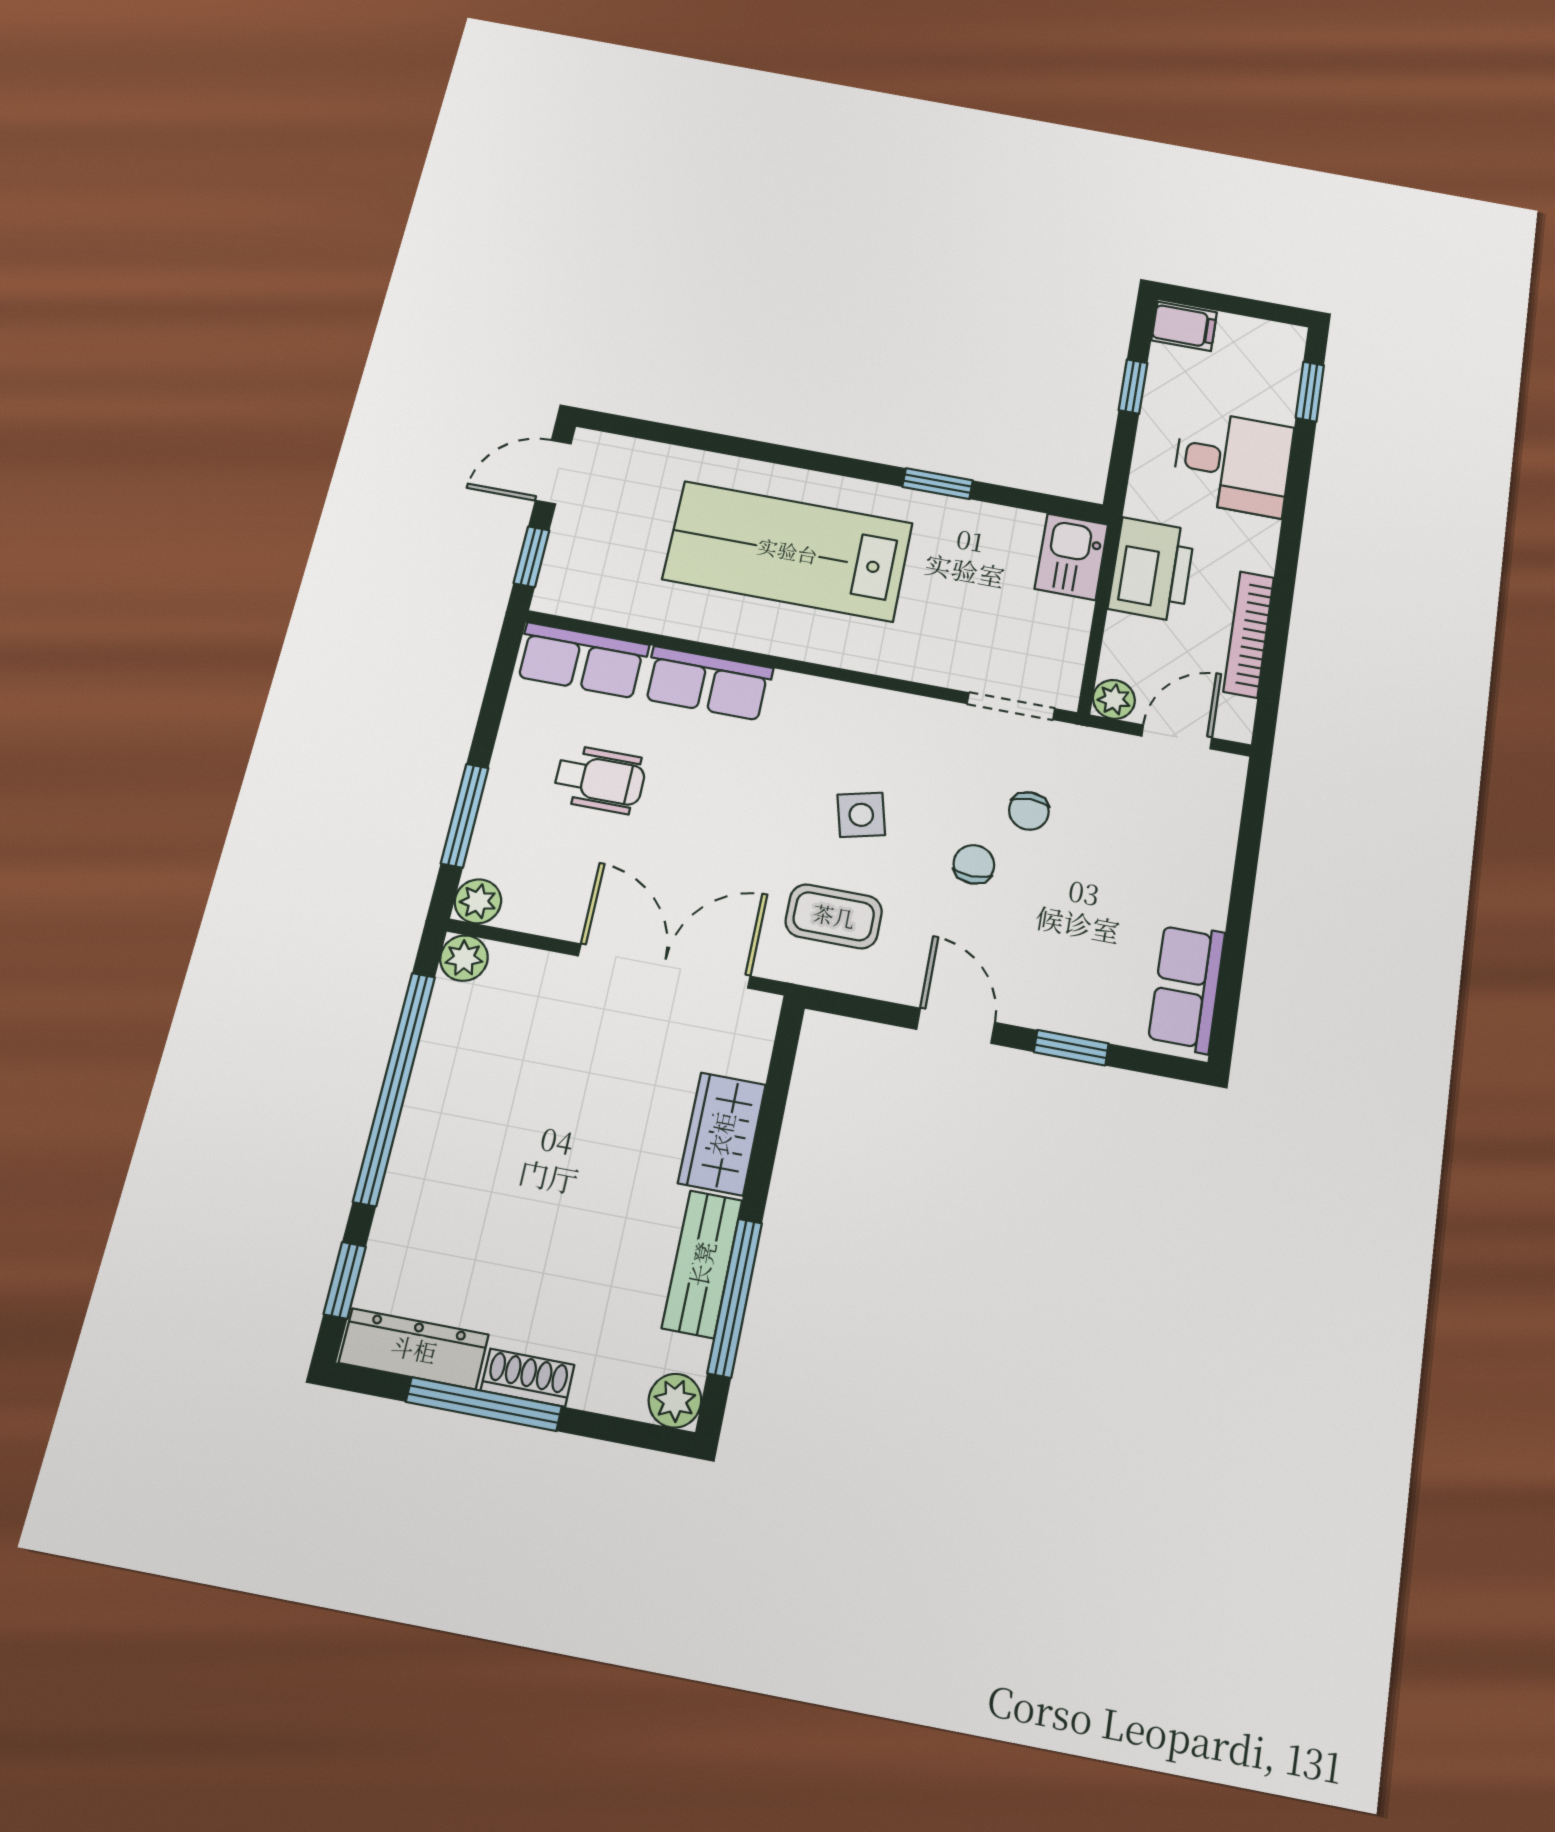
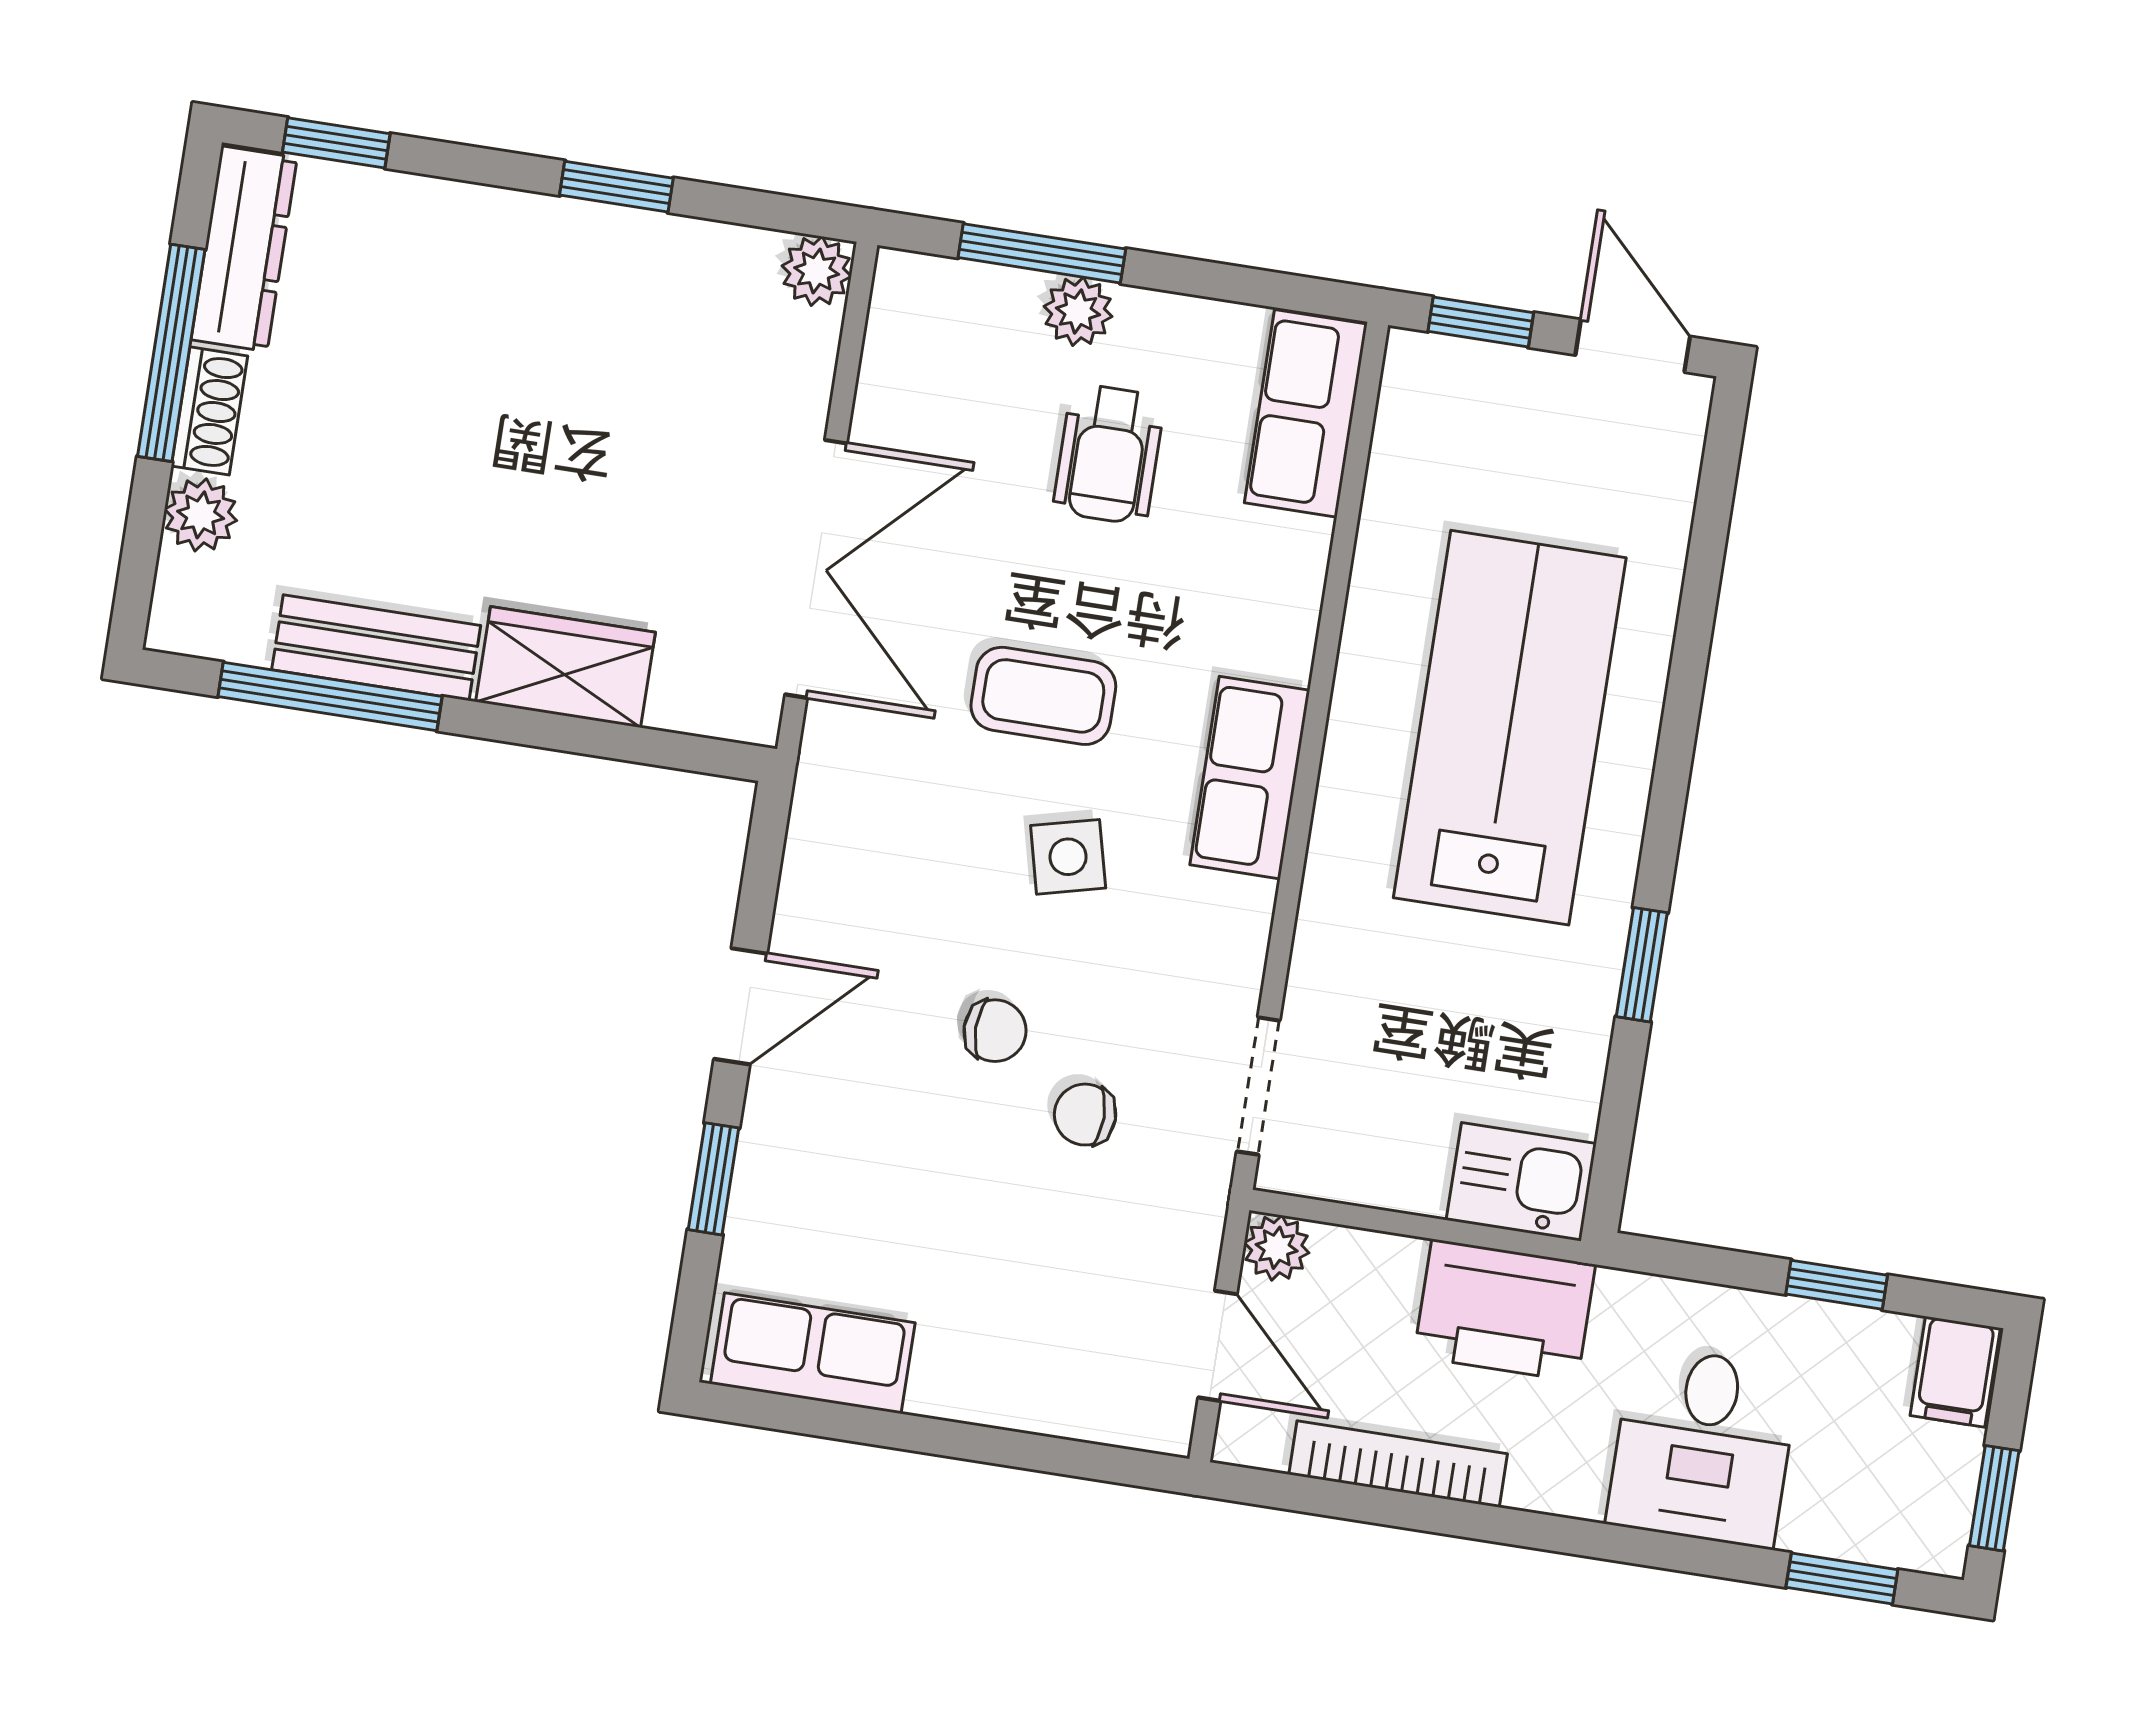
window: (1259, 309) -> (1994, 1498), added
row of seats: (708, 683) -> (1250, 778), moved
plant: (478, 901) -> (1078, 311), moved
coffee table: (834, 916) -> (1043, 696), moved, turned 90
window: (394, 1088) -> (616, 187), width x0.32
plant: (675, 1401) -> (201, 515), moved

